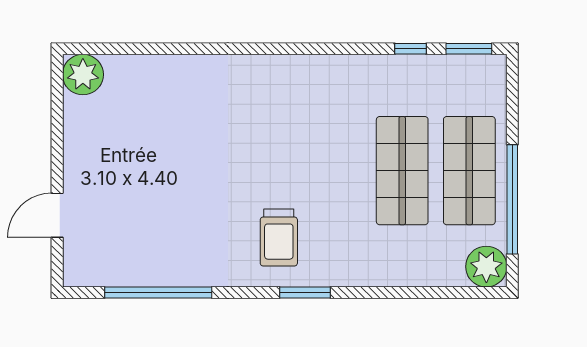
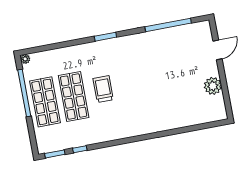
plant: (83, 75) -> (213, 86), moved
trolley: (279, 238) -> (103, 89), moved
plant: (486, 267) -> (25, 59), width x0.53, depth x0.53

